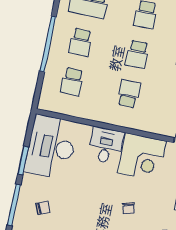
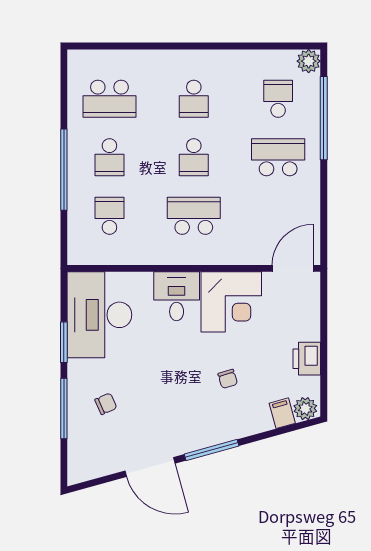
school desk: (72, 82) -> (109, 216), turned 180
school desk: (129, 94) -> (194, 216), width x1.85

